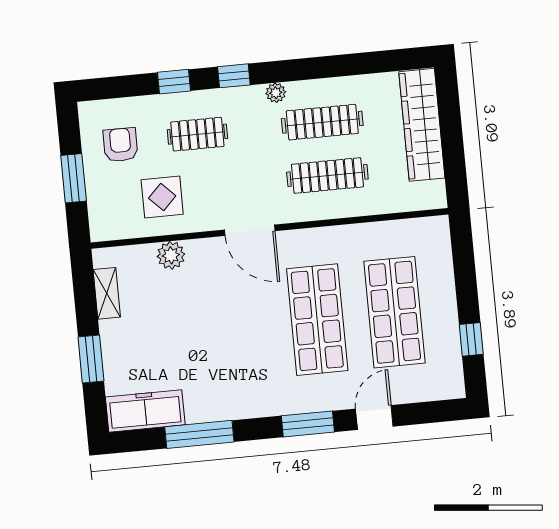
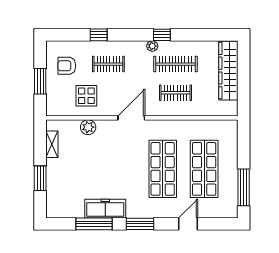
window: (234, 76) -> (162, 35), moved
armchair: (120, 145) -> (67, 66), turned -90
clothes rail: (327, 176) -> (175, 93), width x0.73
door: (250, 230) -> (131, 118), swing flipped
window: (471, 339) -> (244, 187), width x2.17
freezer: (145, 411) -> (105, 209), moved
window: (308, 424) -> (140, 224), moved

